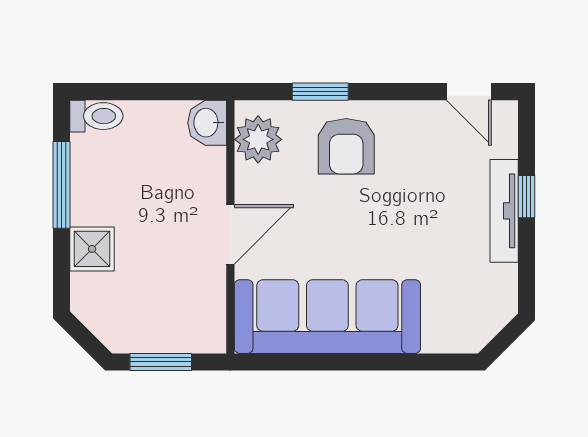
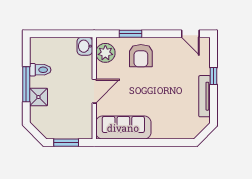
toilet: (96, 116) -> (40, 70), moved
window: (62, 185) -> (26, 84), moved
tv unit: (504, 211) -> (205, 96), moved
sofa: (327, 317) -> (123, 128), width x0.74, depth x0.79

